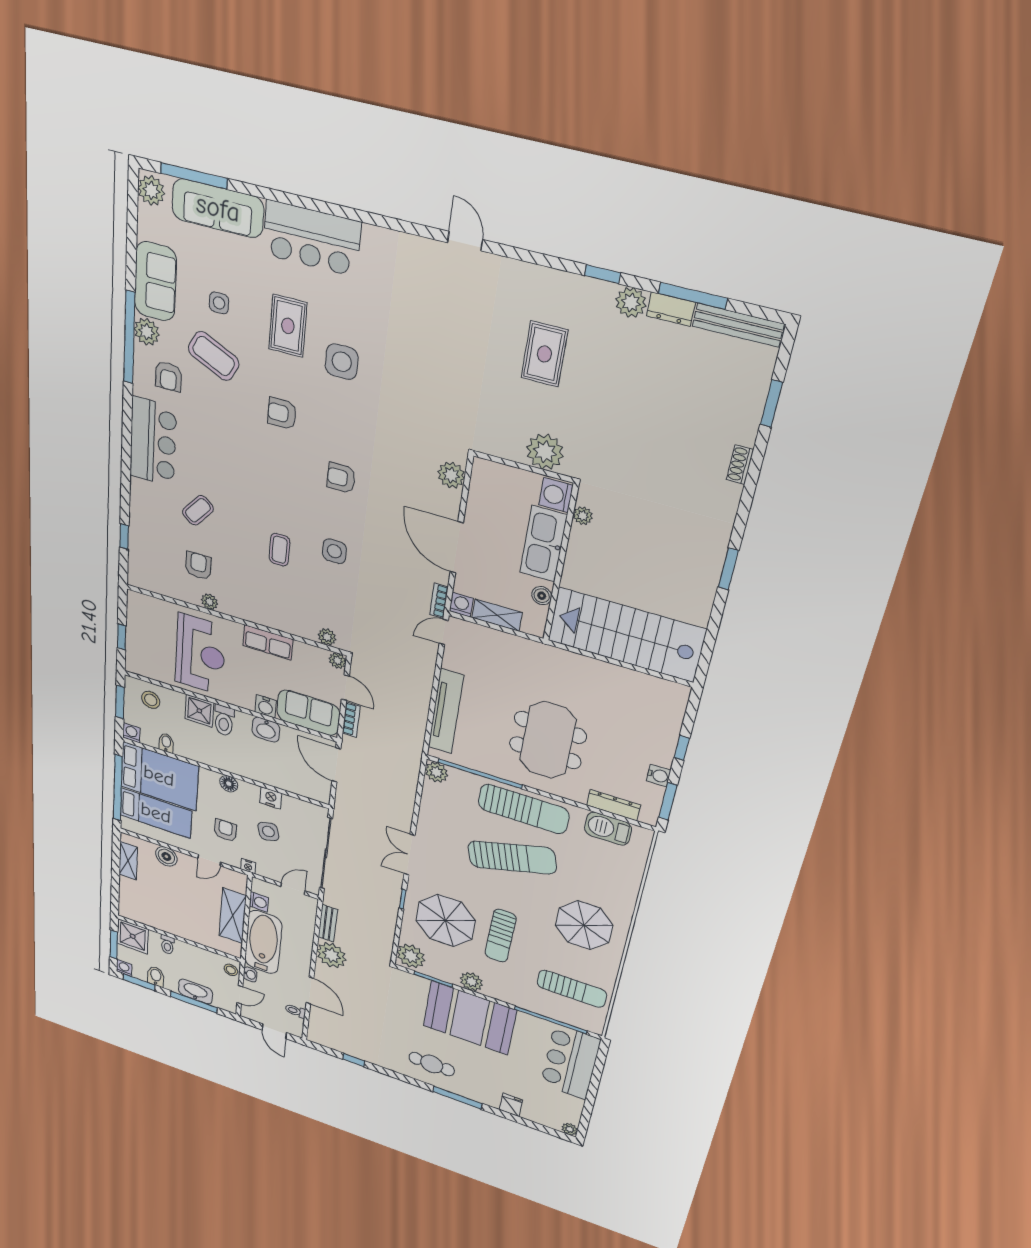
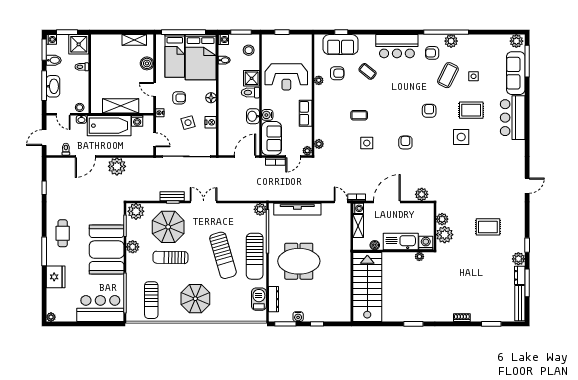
sofa: (155, 281) -> (341, 45), moved
plant: (510, 448) -> (442, 219), added
bench: (328, 923) -> (172, 196), moved
fridge: (511, 1105) -> (56, 277), width x1.88, depth x1.34

